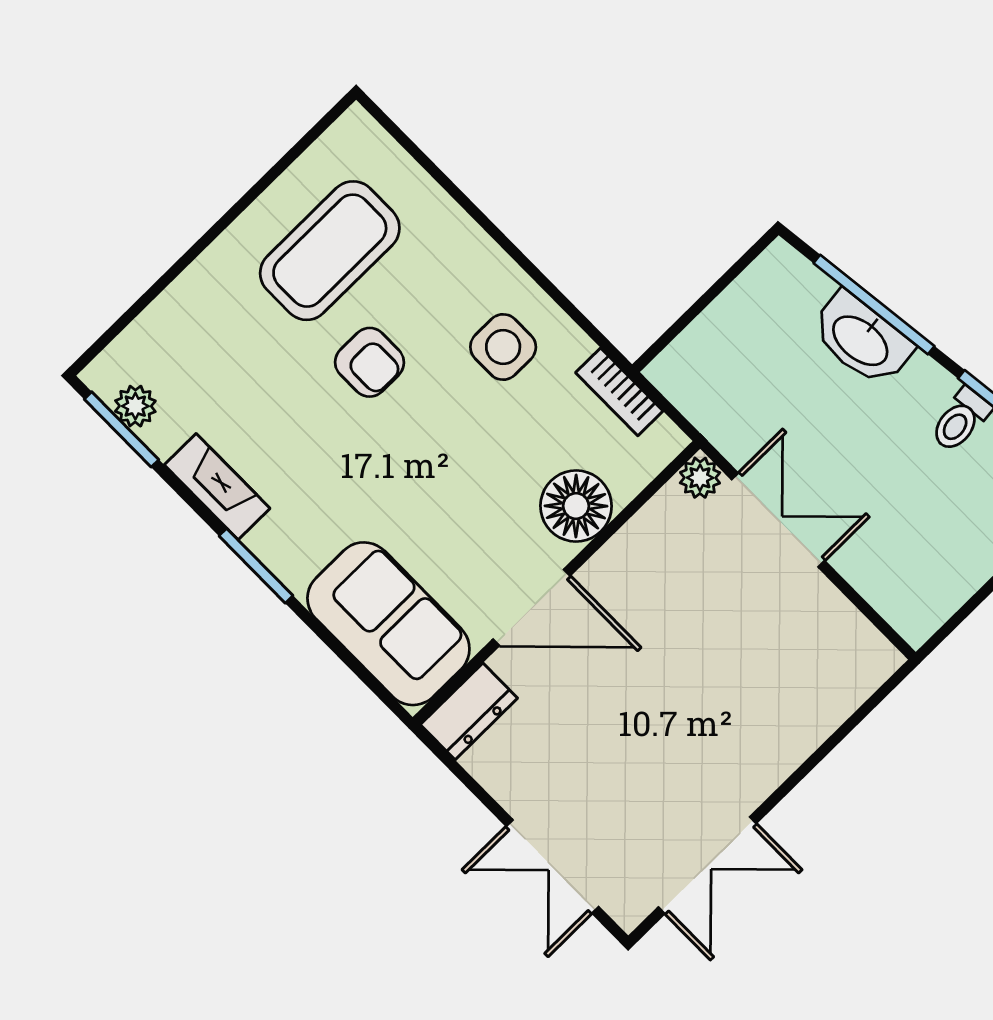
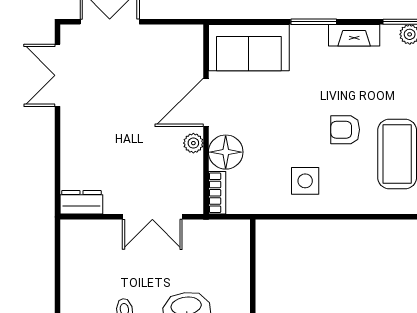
bookcase: (619, 392) -> (217, 193), moved, turned 90
plant: (700, 478) -> (193, 143), moved
dresser: (469, 711) -> (81, 202), moved, turned 90

